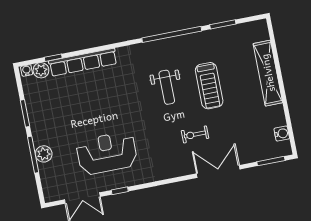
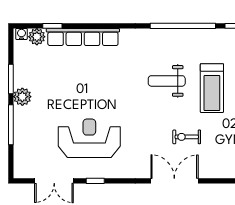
weight bench: (167, 87) -> (167, 81), turned 90
plant: (44, 154) -> (22, 97), moved
double door: (218, 171) -> (174, 181), moved

